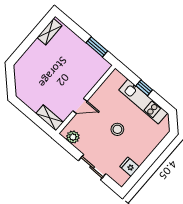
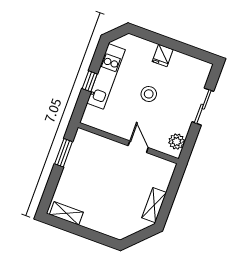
shelving: (50, 118) -> (154, 205), moved
fridge: (130, 167) -> (163, 55), moved

